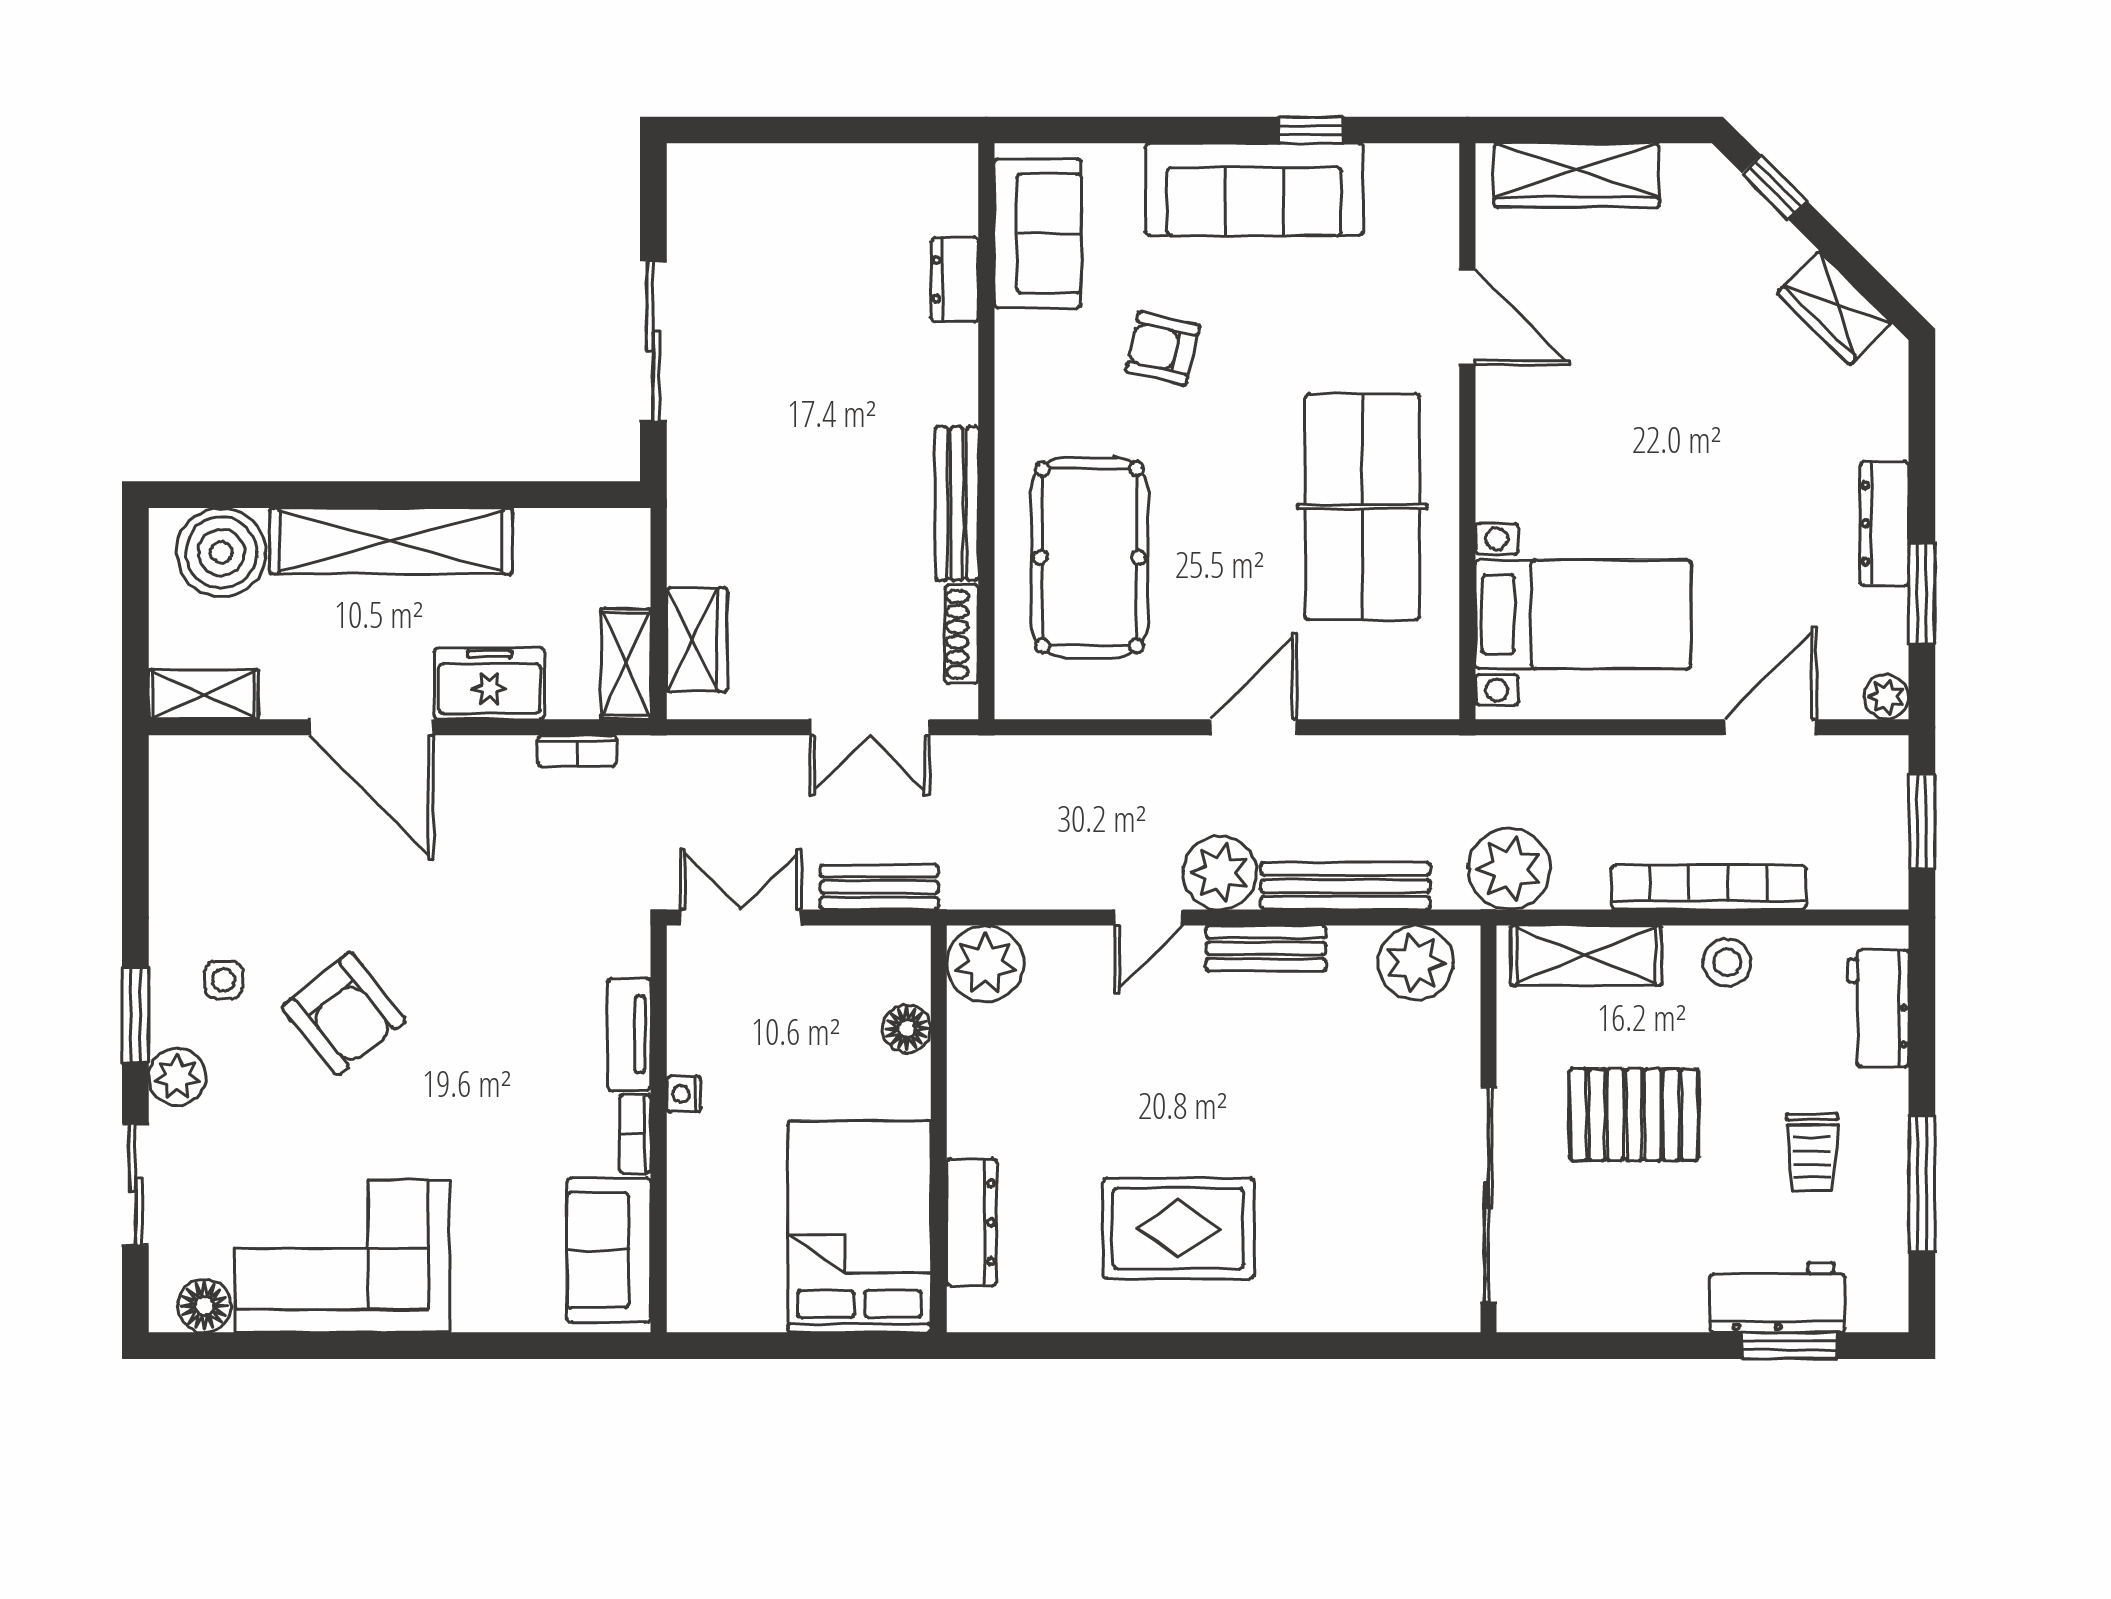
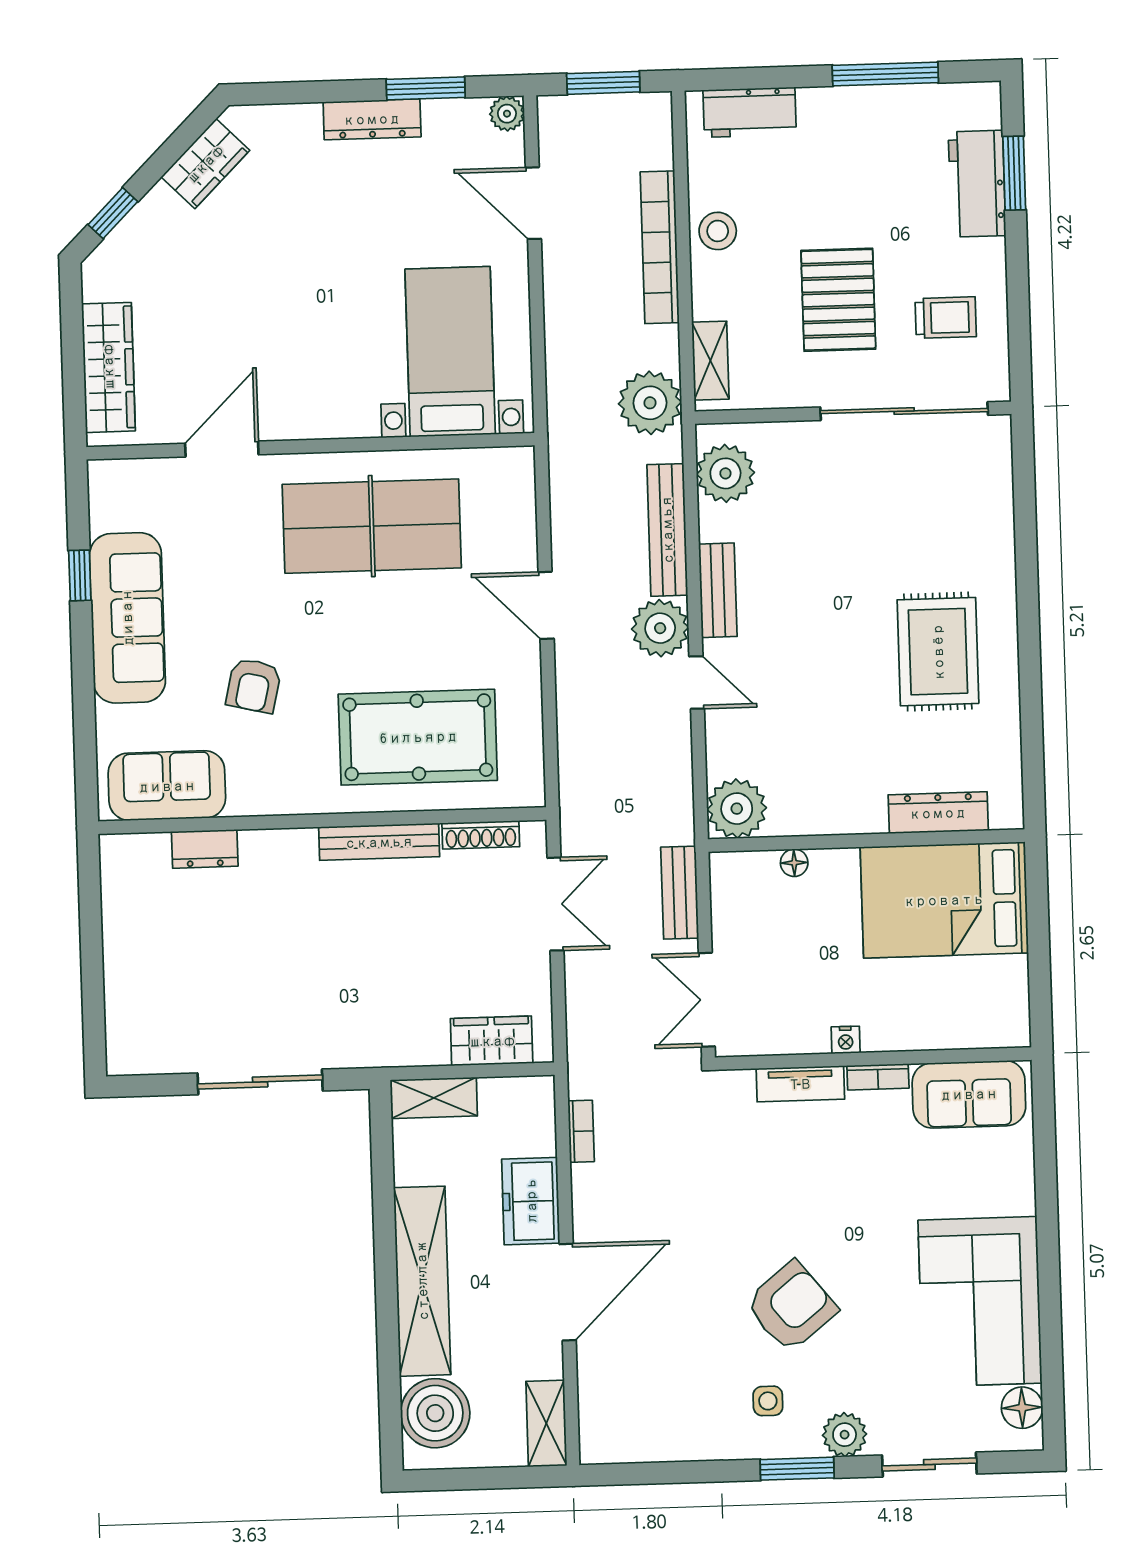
shelving: (626, 664) -> (434, 1098), moved
shelving: (1586, 955) -> (710, 361), width x0.67, depth x0.75
floor lamp: (907, 1029) -> (794, 863), width x0.73, depth x0.73
trolley: (1812, 1152) -> (946, 318), moved

